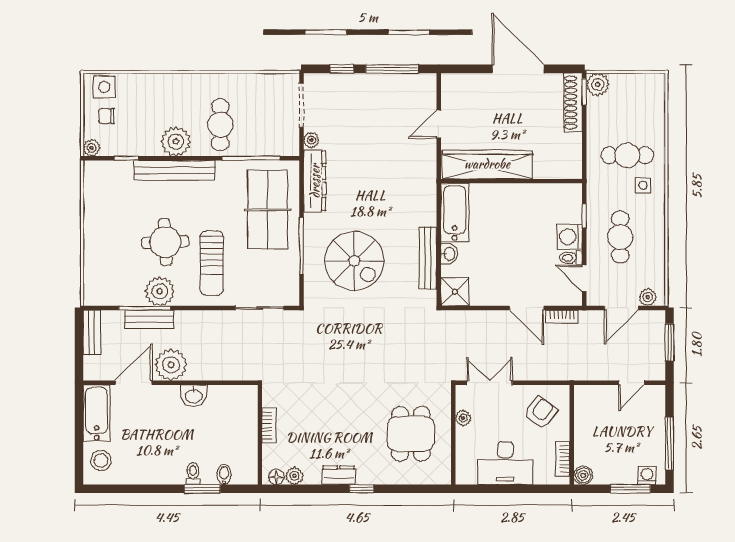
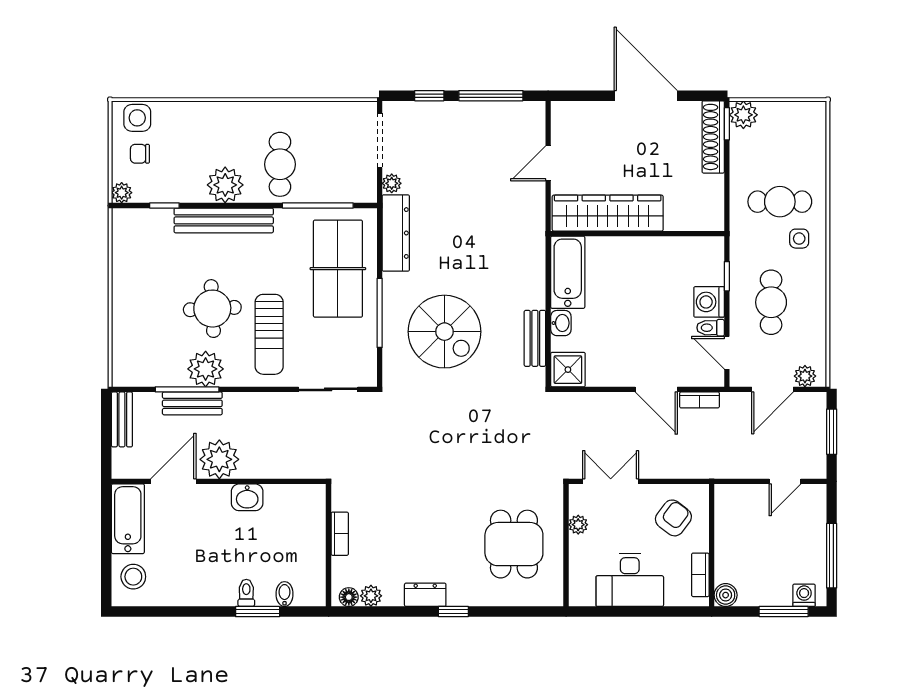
bench: (428, 258) -> (535, 338), width x0.73

